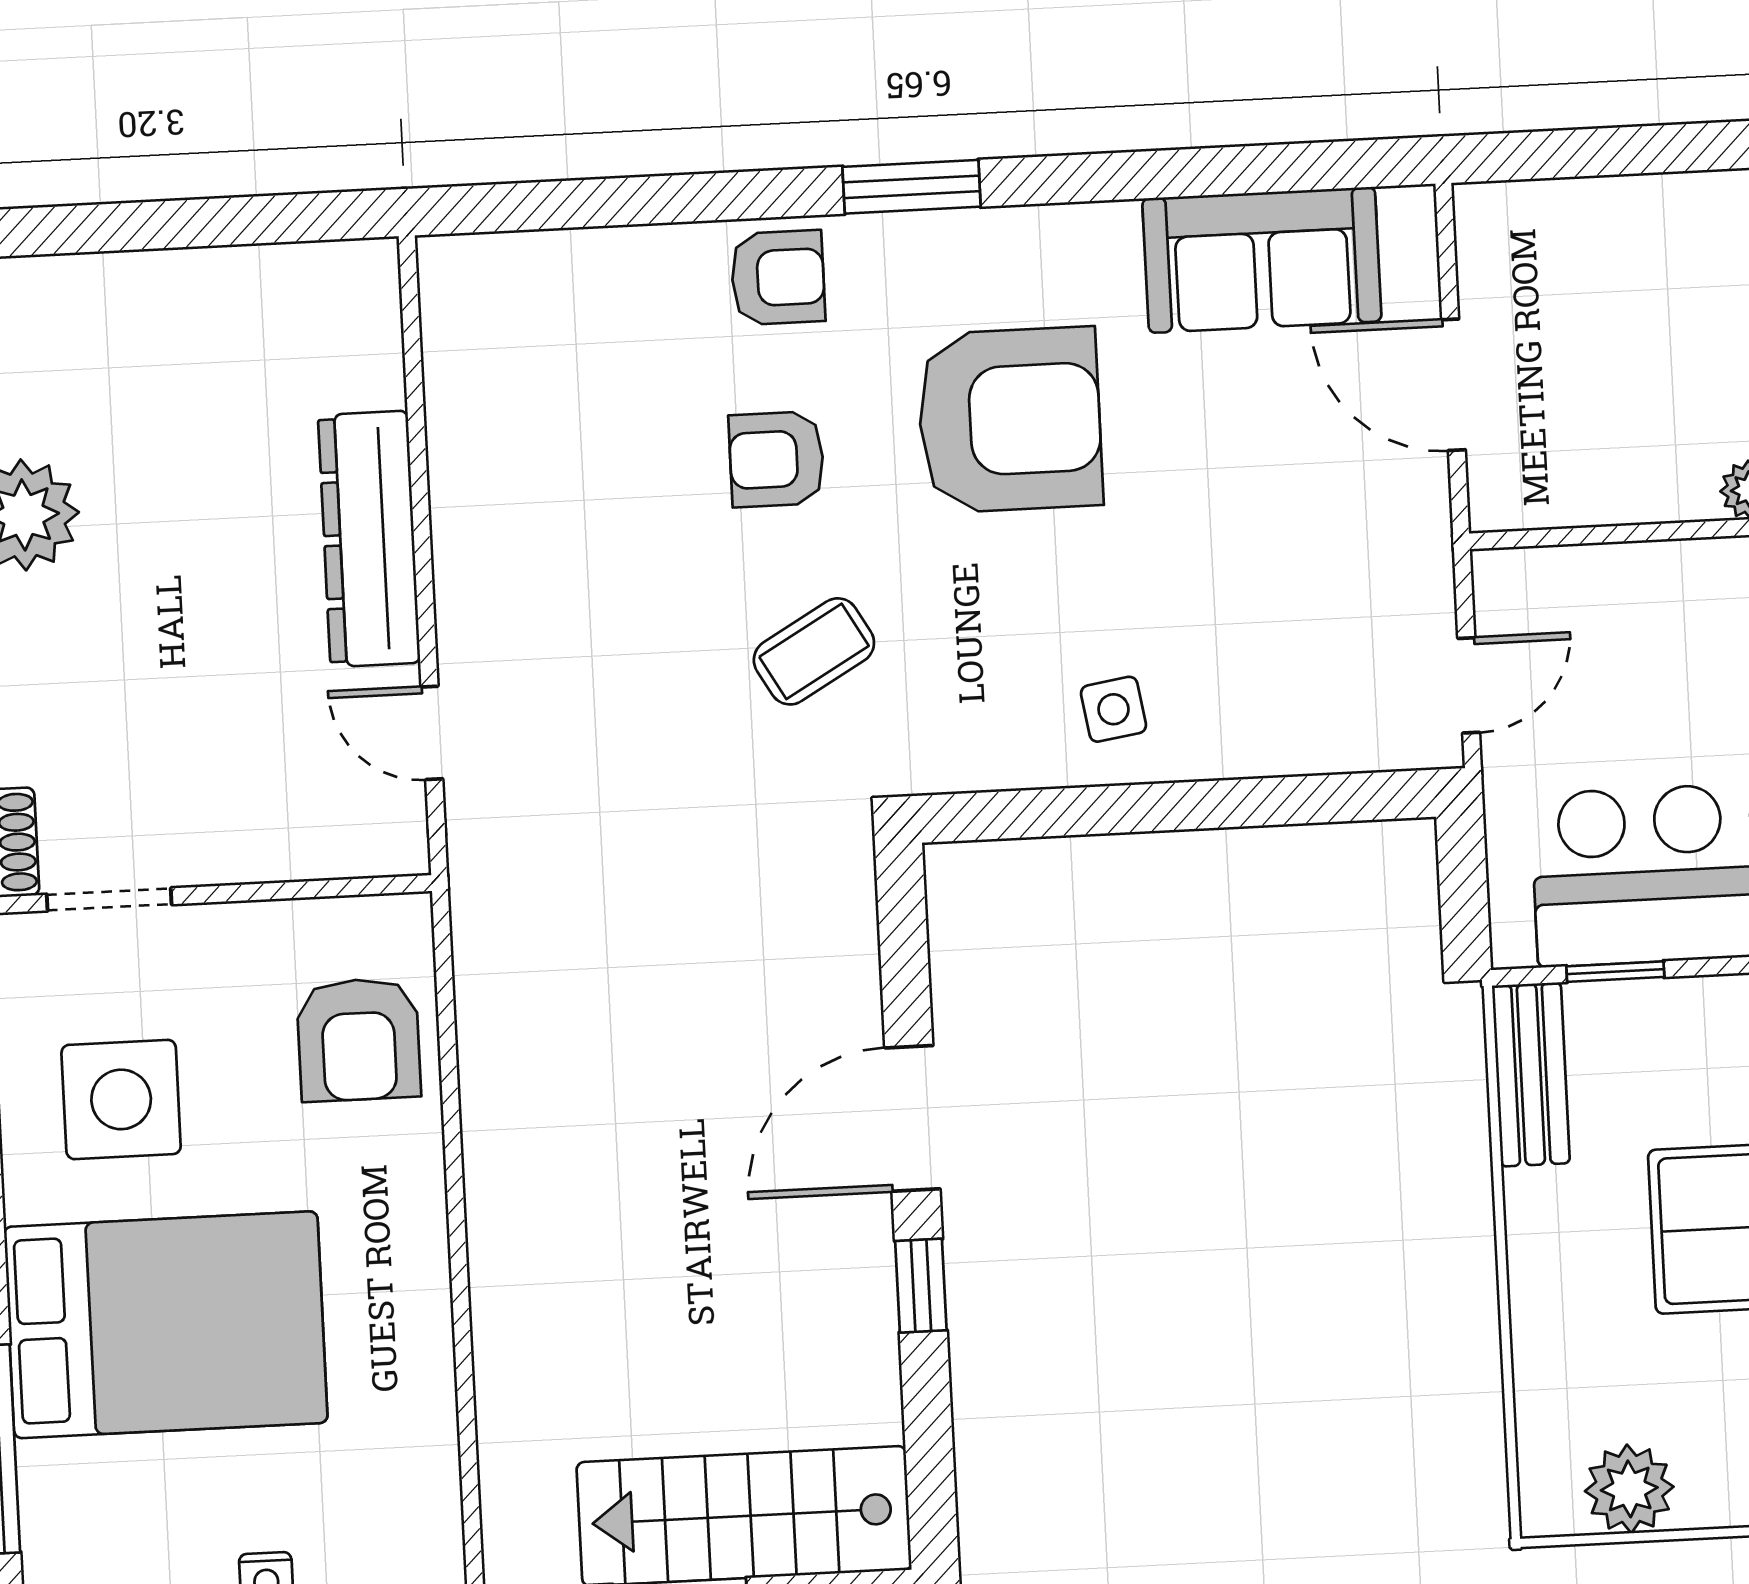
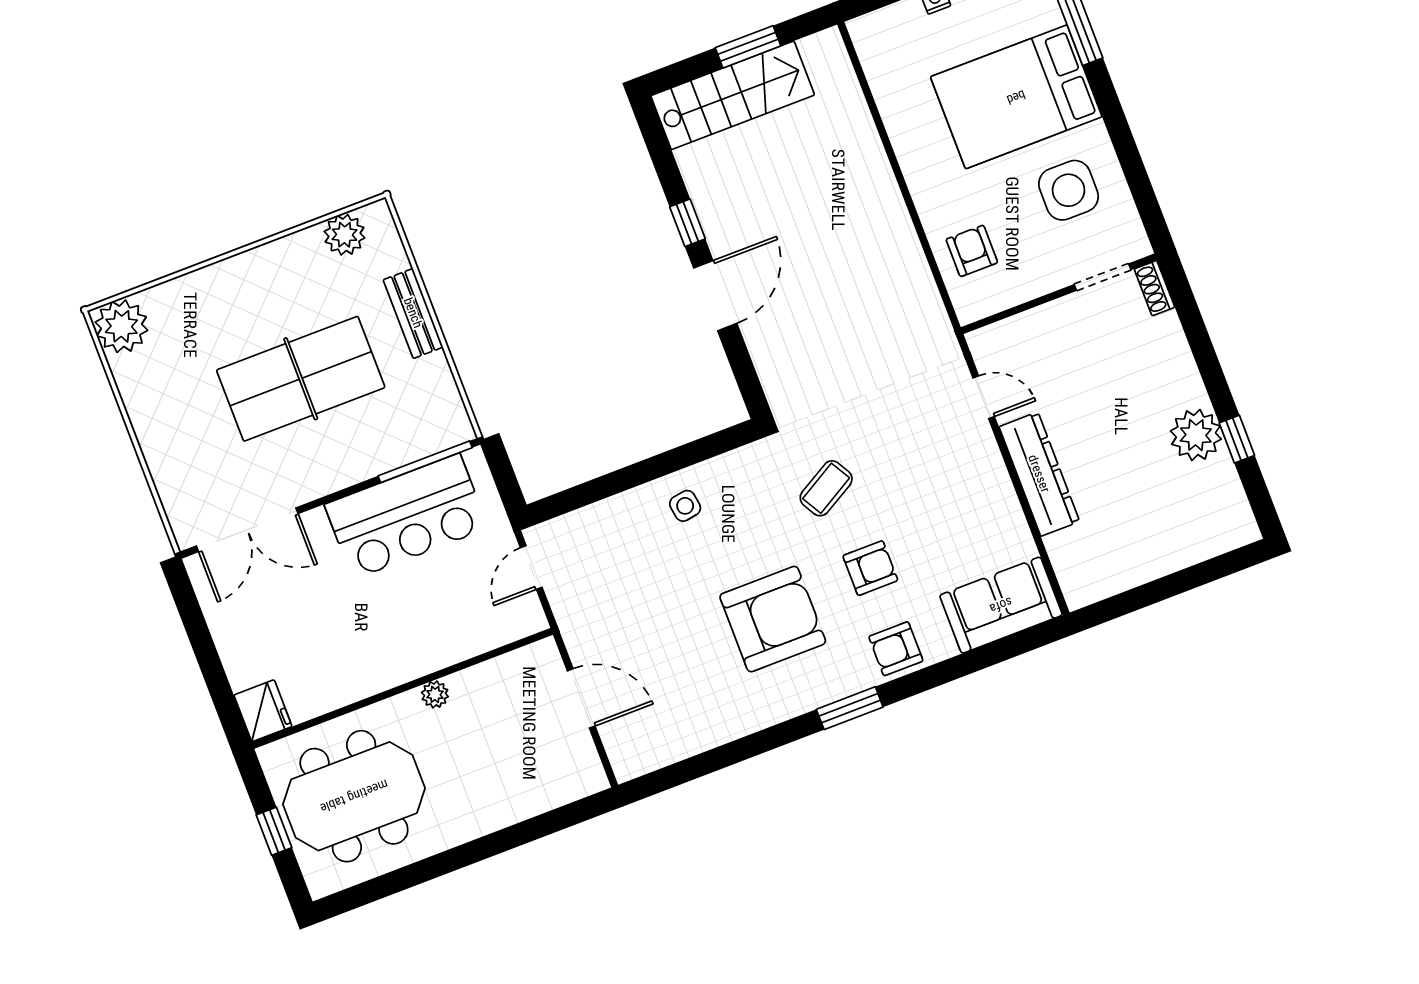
sofa: (1262, 260) -> (1001, 605), moved
armchair: (1010, 420) -> (773, 619), turned 180
window: (1615, 972) -> (425, 462), width x2.17
armchair: (359, 1040) -> (972, 251), width x0.72, depth x0.72
bench: (1531, 1074) -> (413, 313), moved

